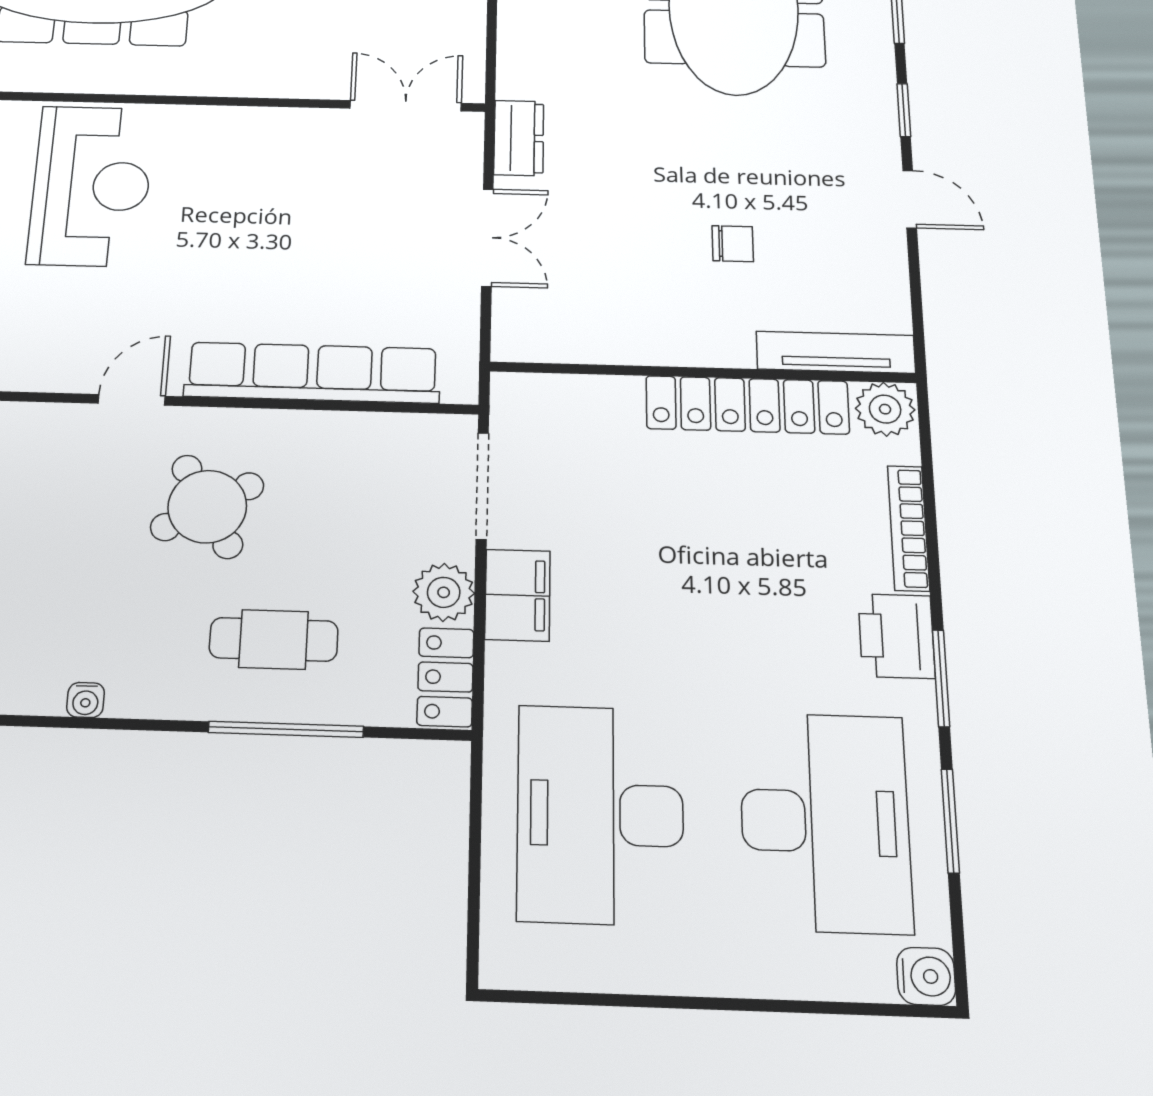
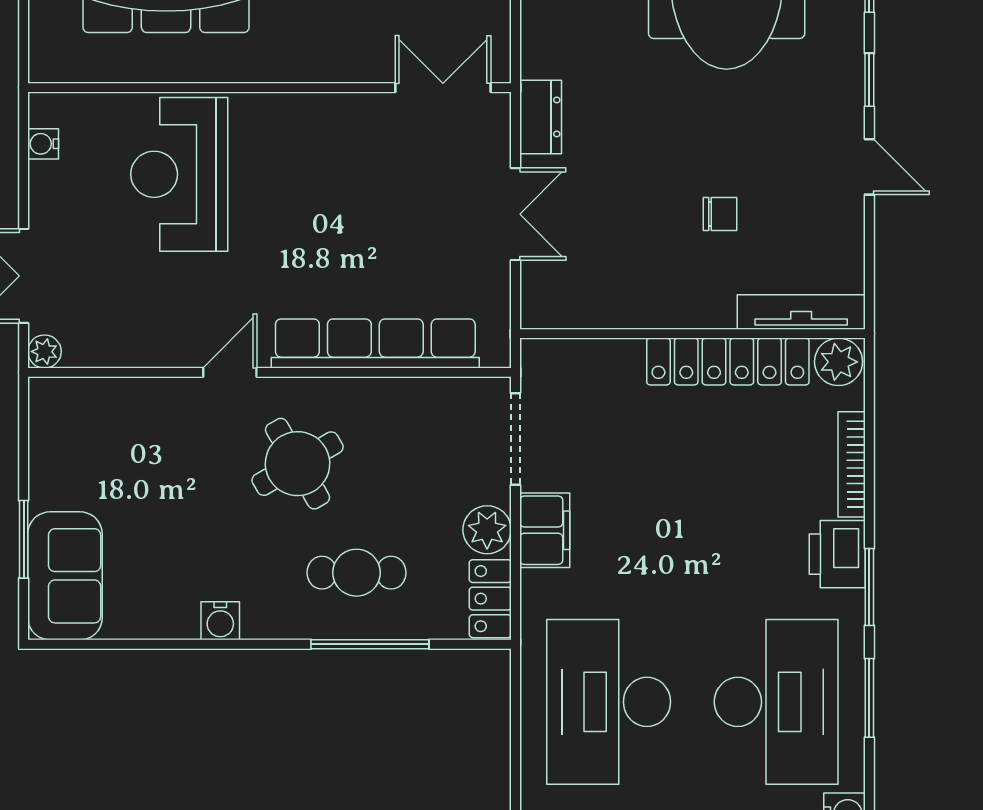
reception desk: (91, 186) -> (179, 174), turned 180
water cooler: (86, 700) -> (220, 621), width x1.38, depth x1.38

